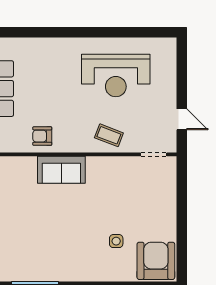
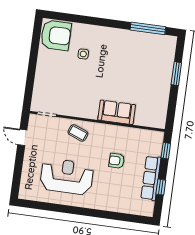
armchair: (42, 136) -> (117, 161), moved, turned 180
armchair: (156, 261) -> (56, 35), turned -90

